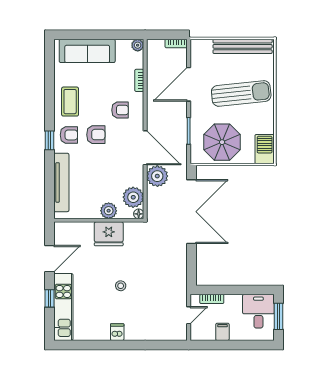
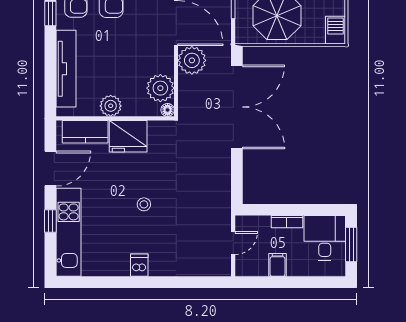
barbecue: (265, 149) -> (335, 30), width x0.73, depth x0.79
plant: (109, 211) -> (111, 106), moved
kitchen counter: (76, 230) -> (85, 132), added
bookcase: (212, 299) -> (287, 222), moved

